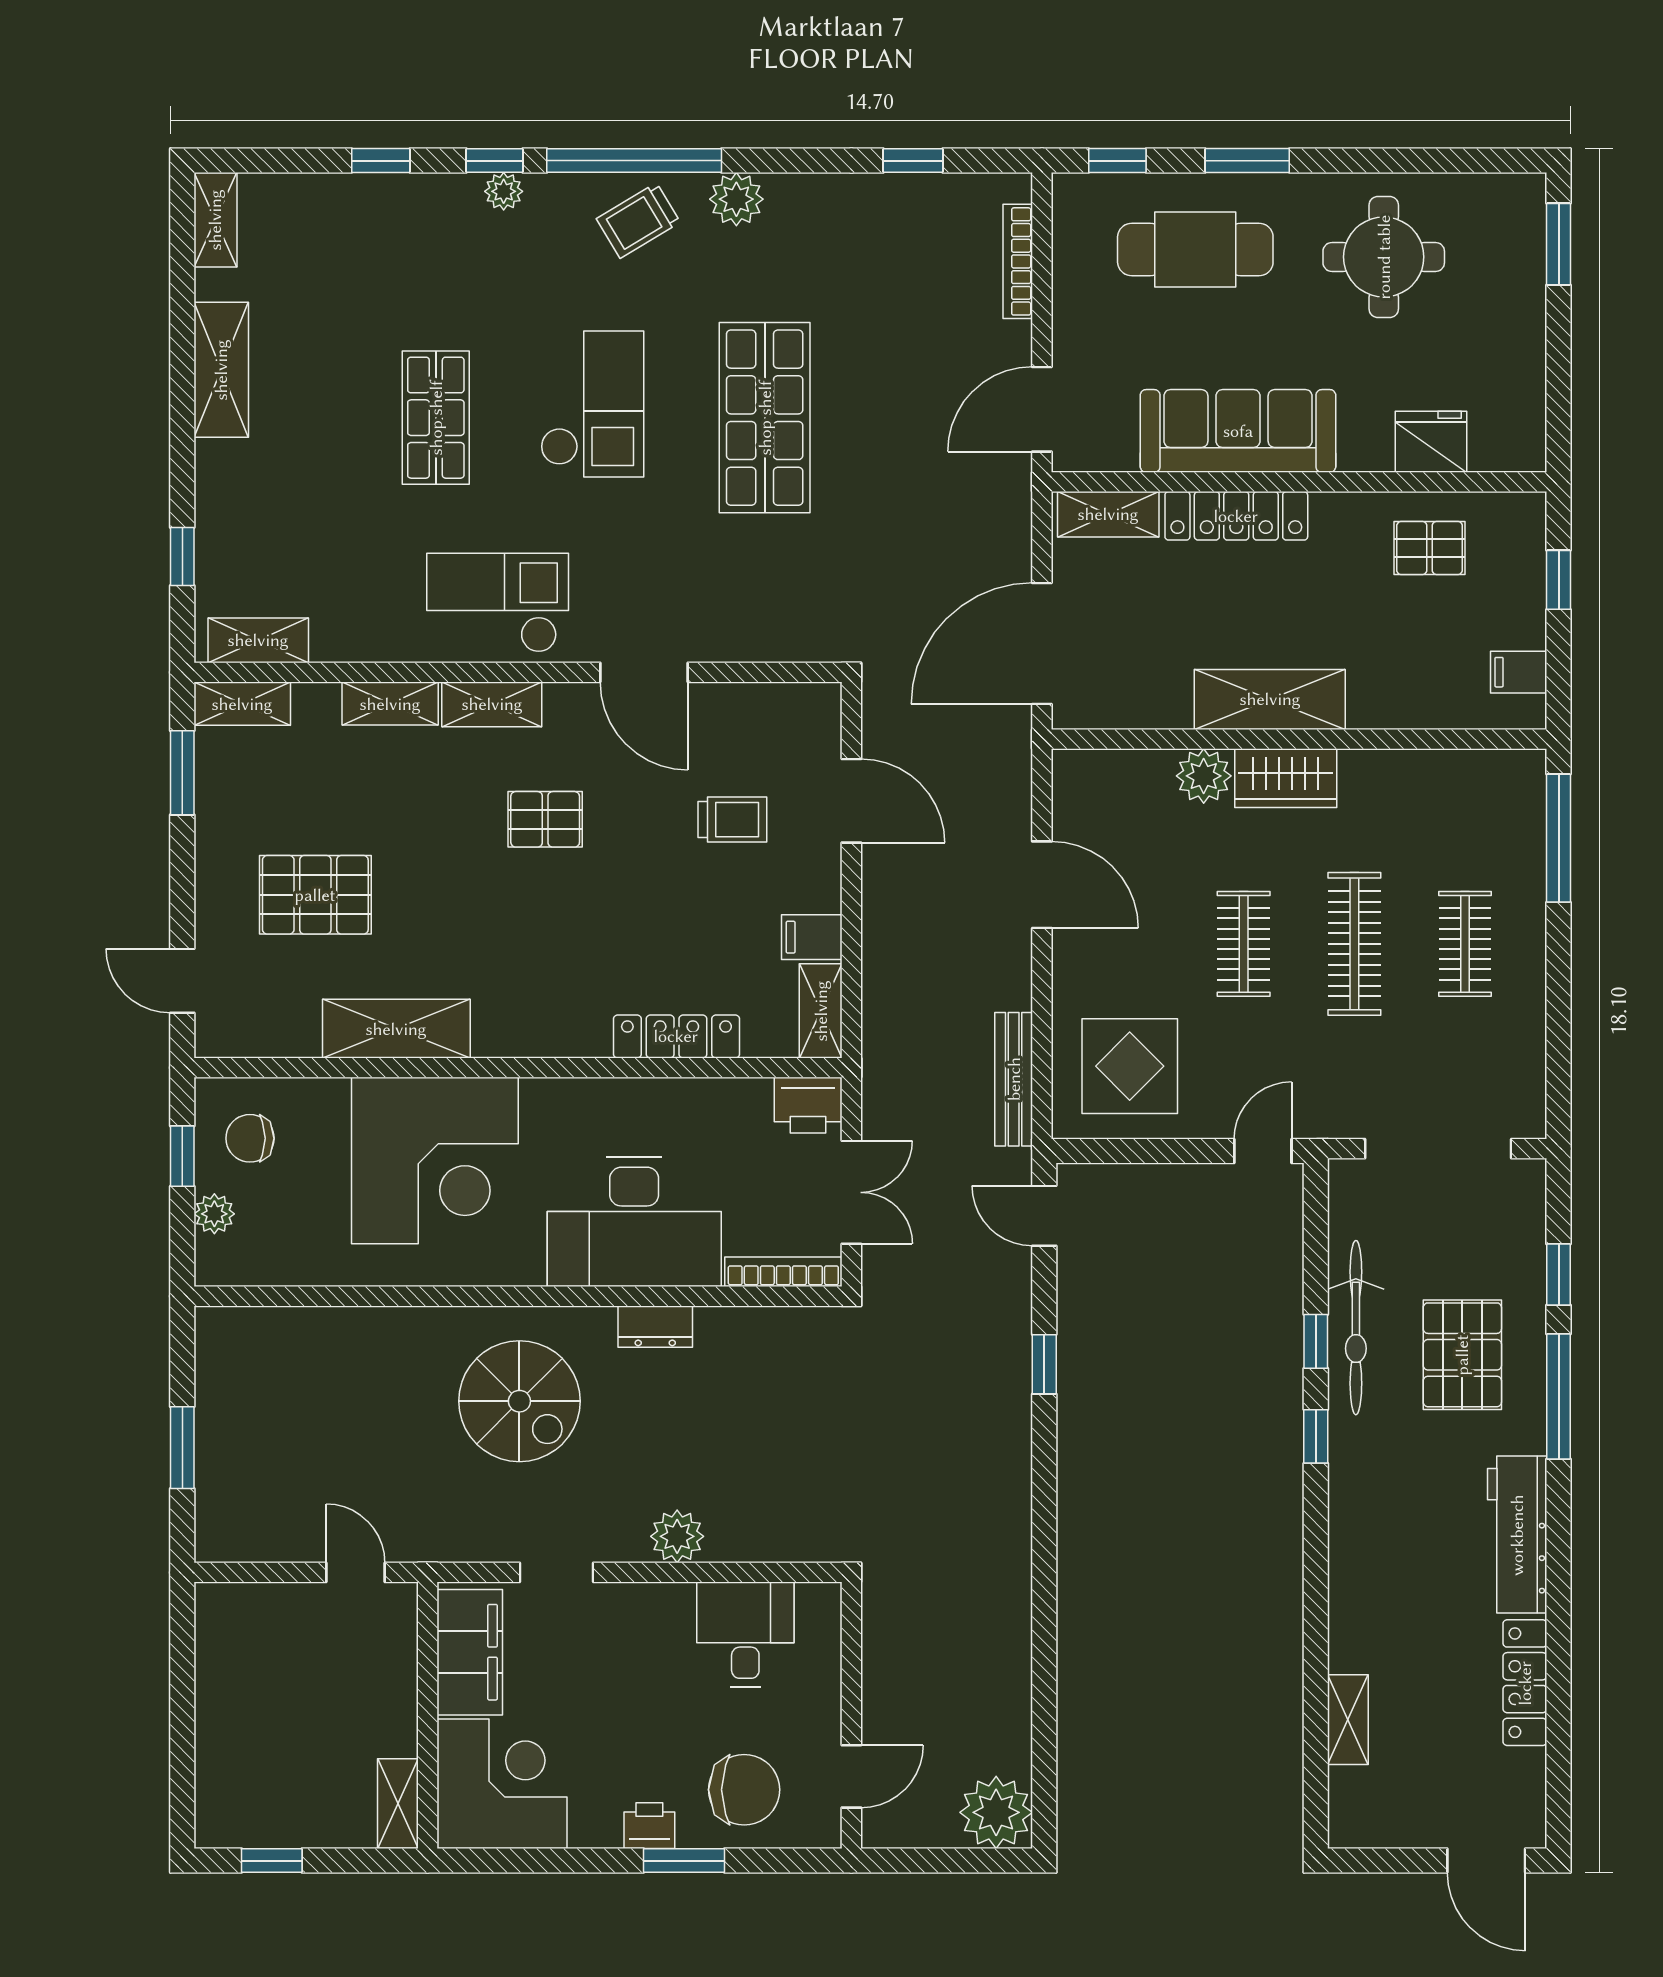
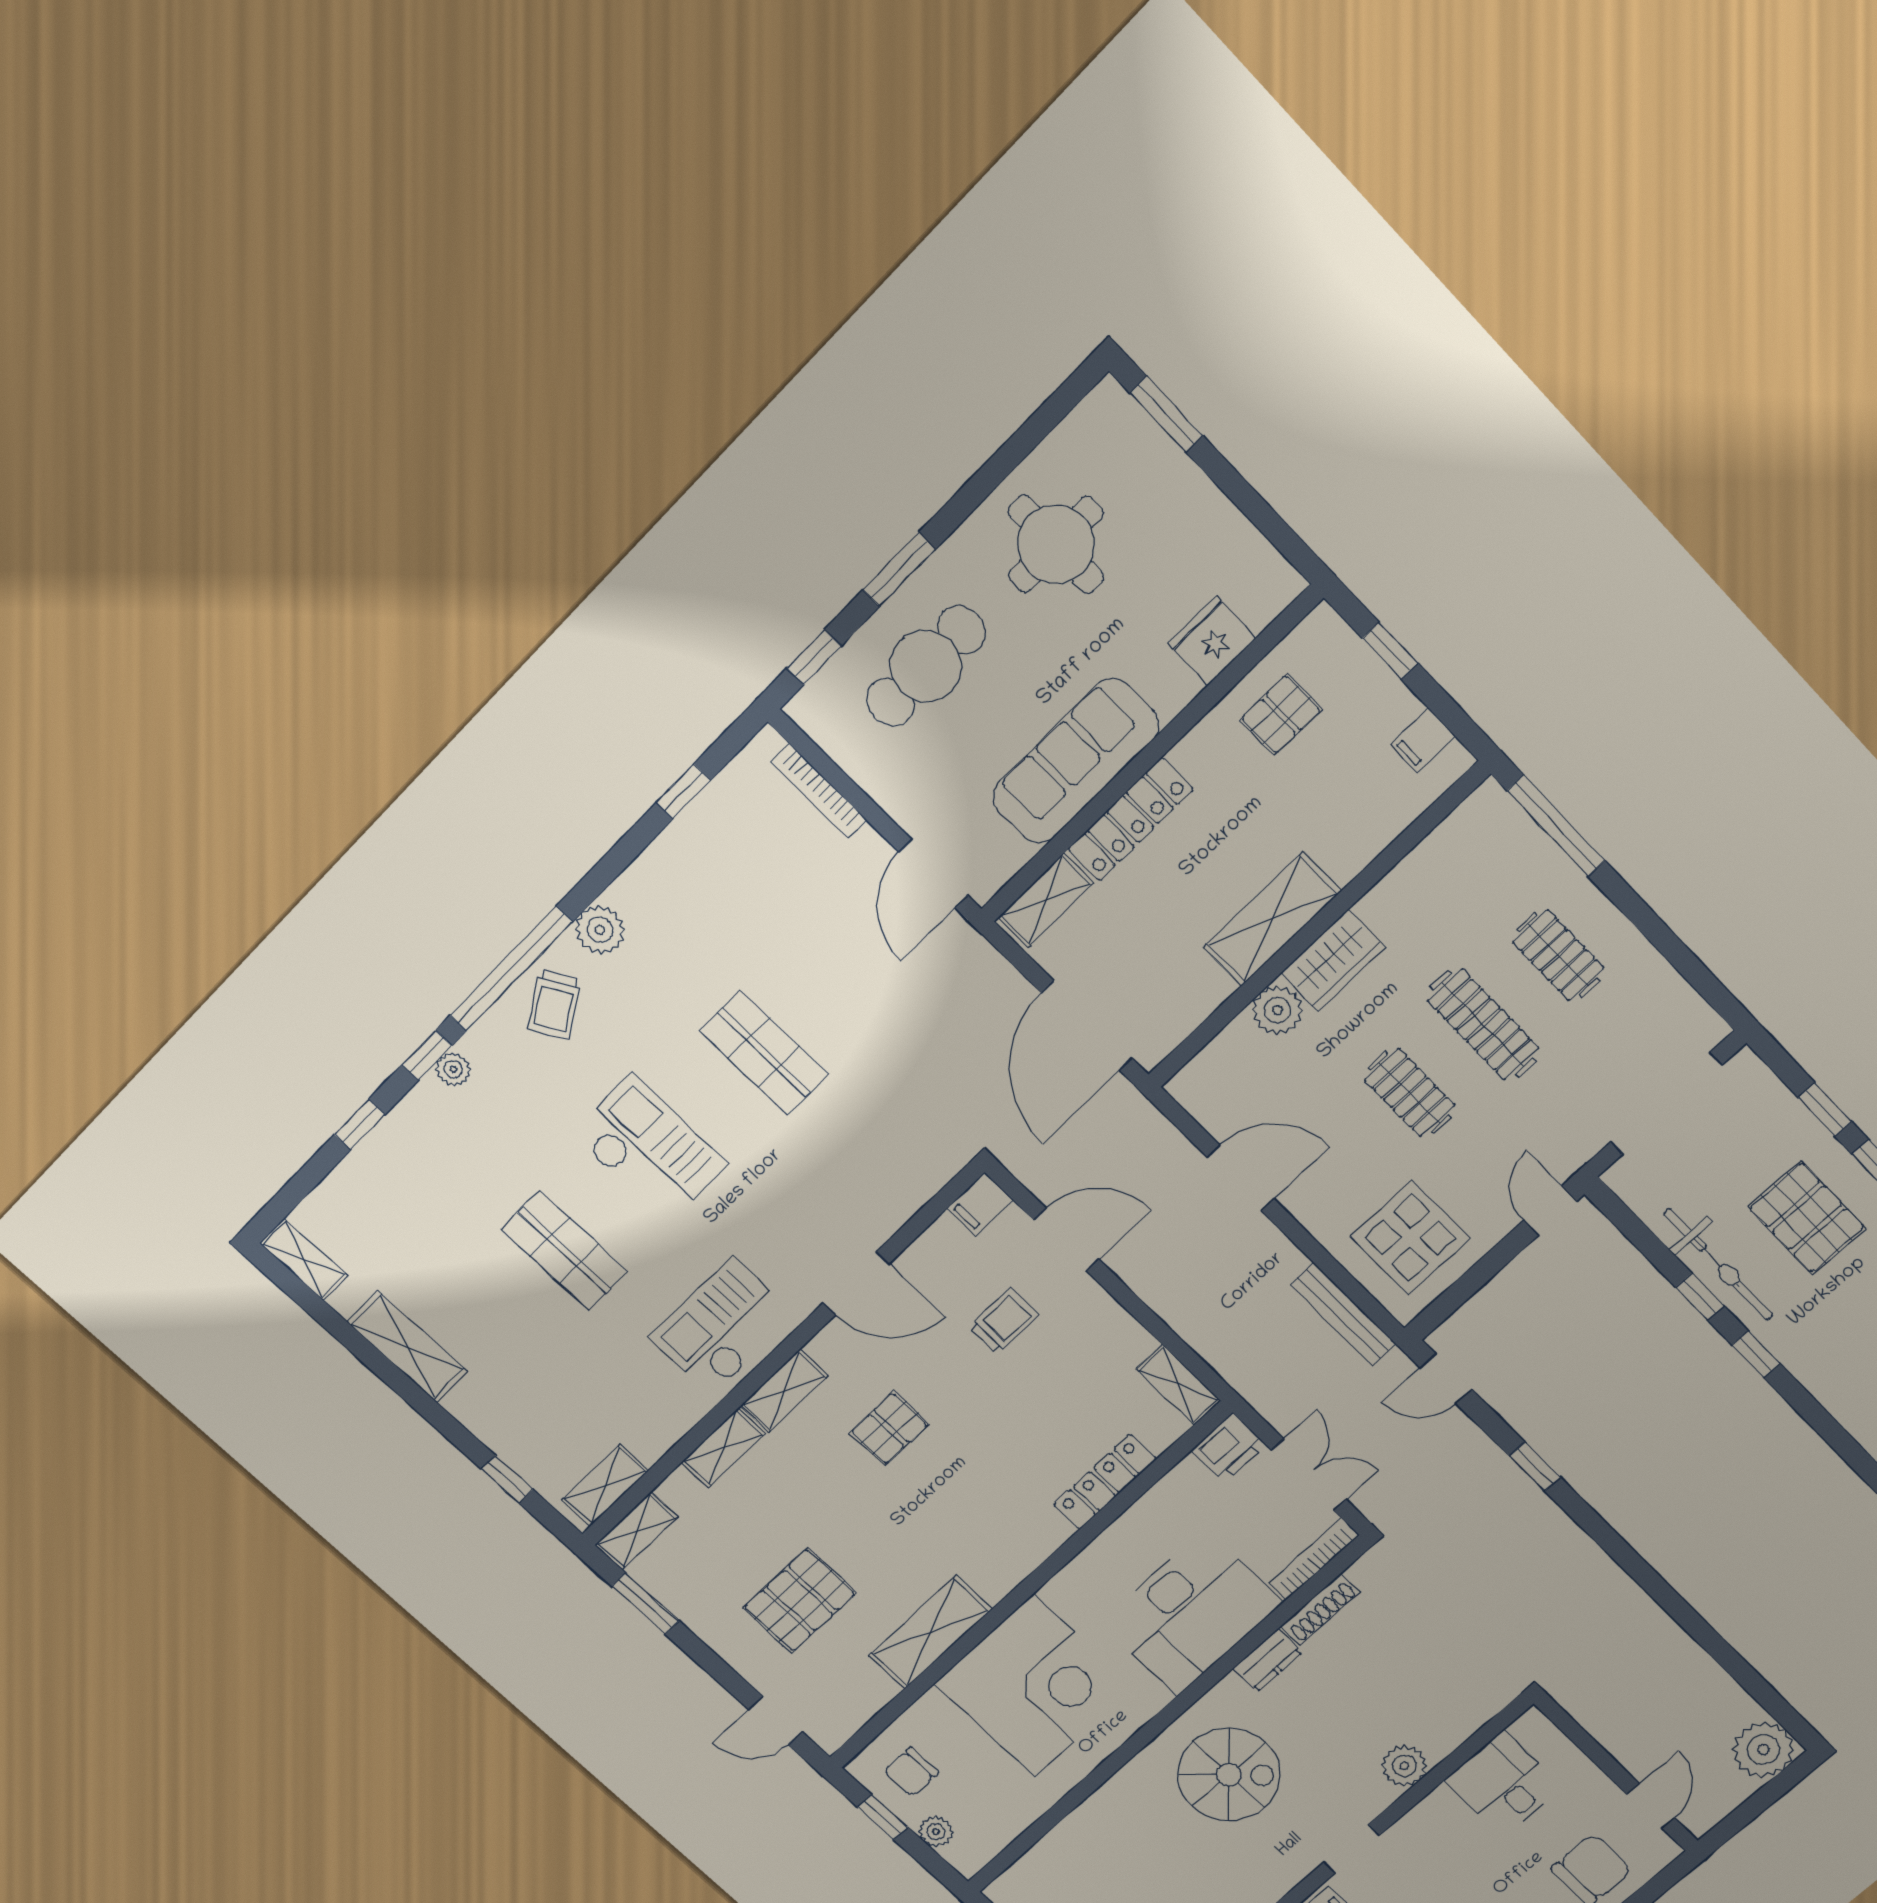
shop shelf: (765, 418) -> (764, 1053), width x0.70, depth x0.74
filing cabinet: (812, 937) -> (980, 1204), moved
shoe rack: (745, 1322) -> (1320, 1609), added

